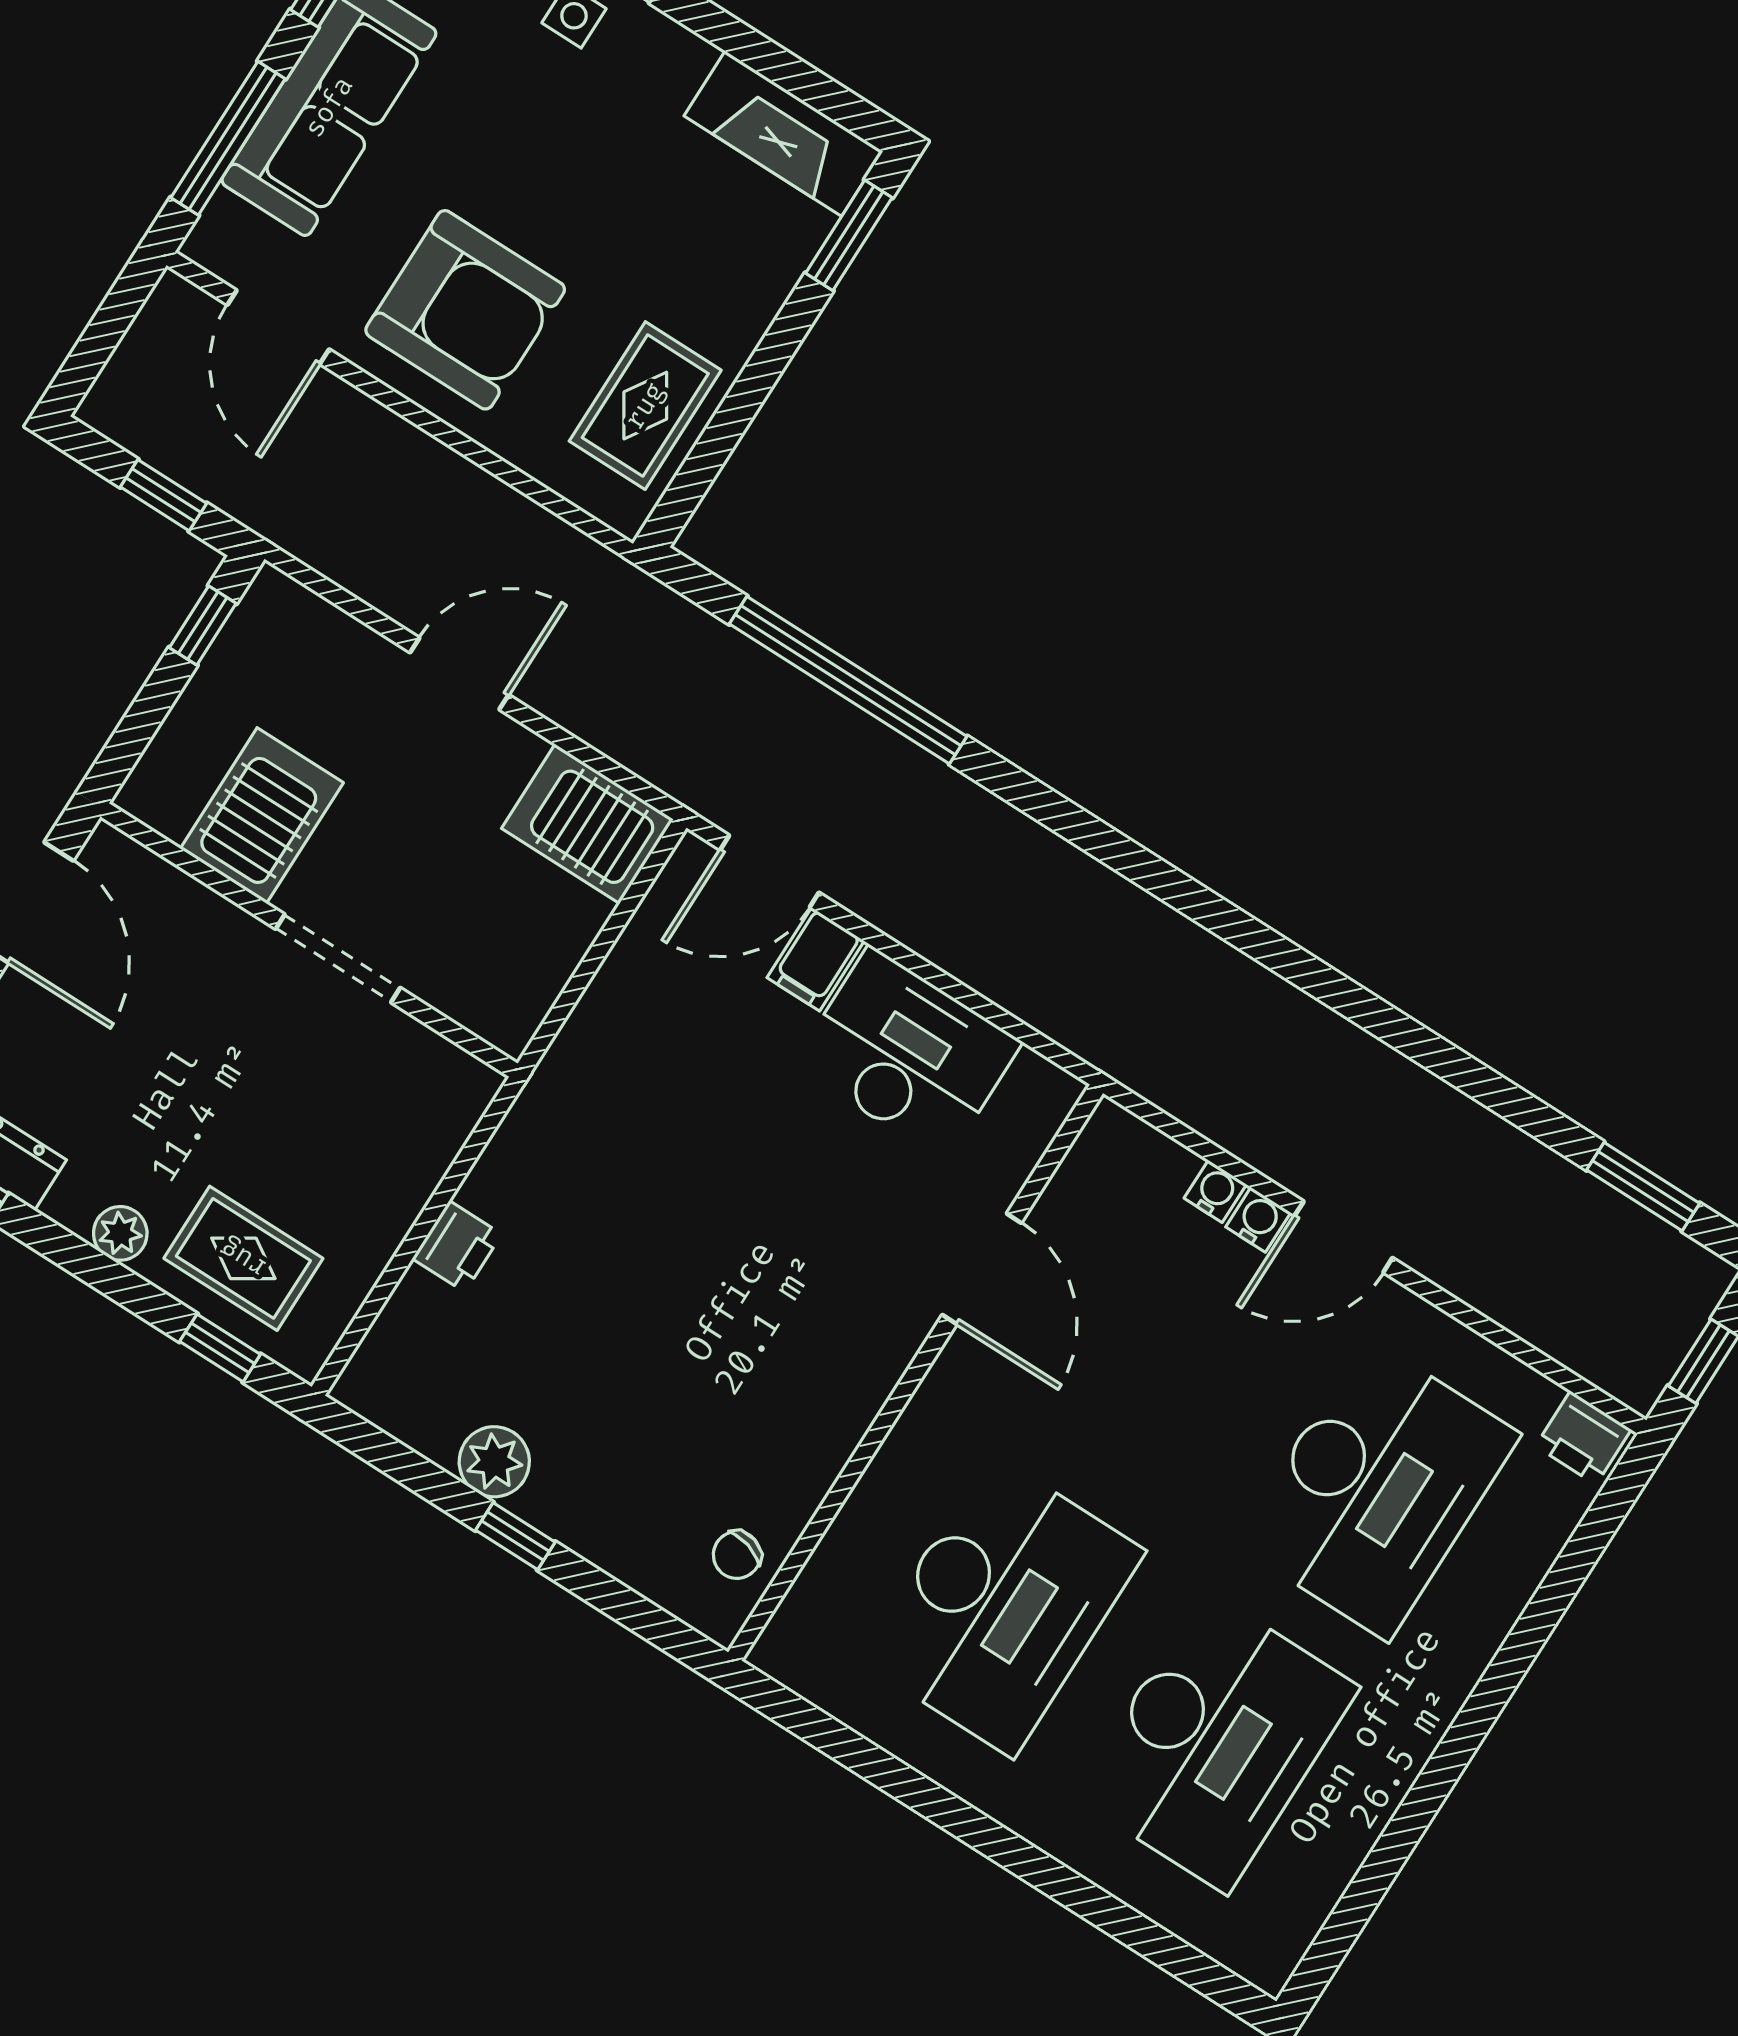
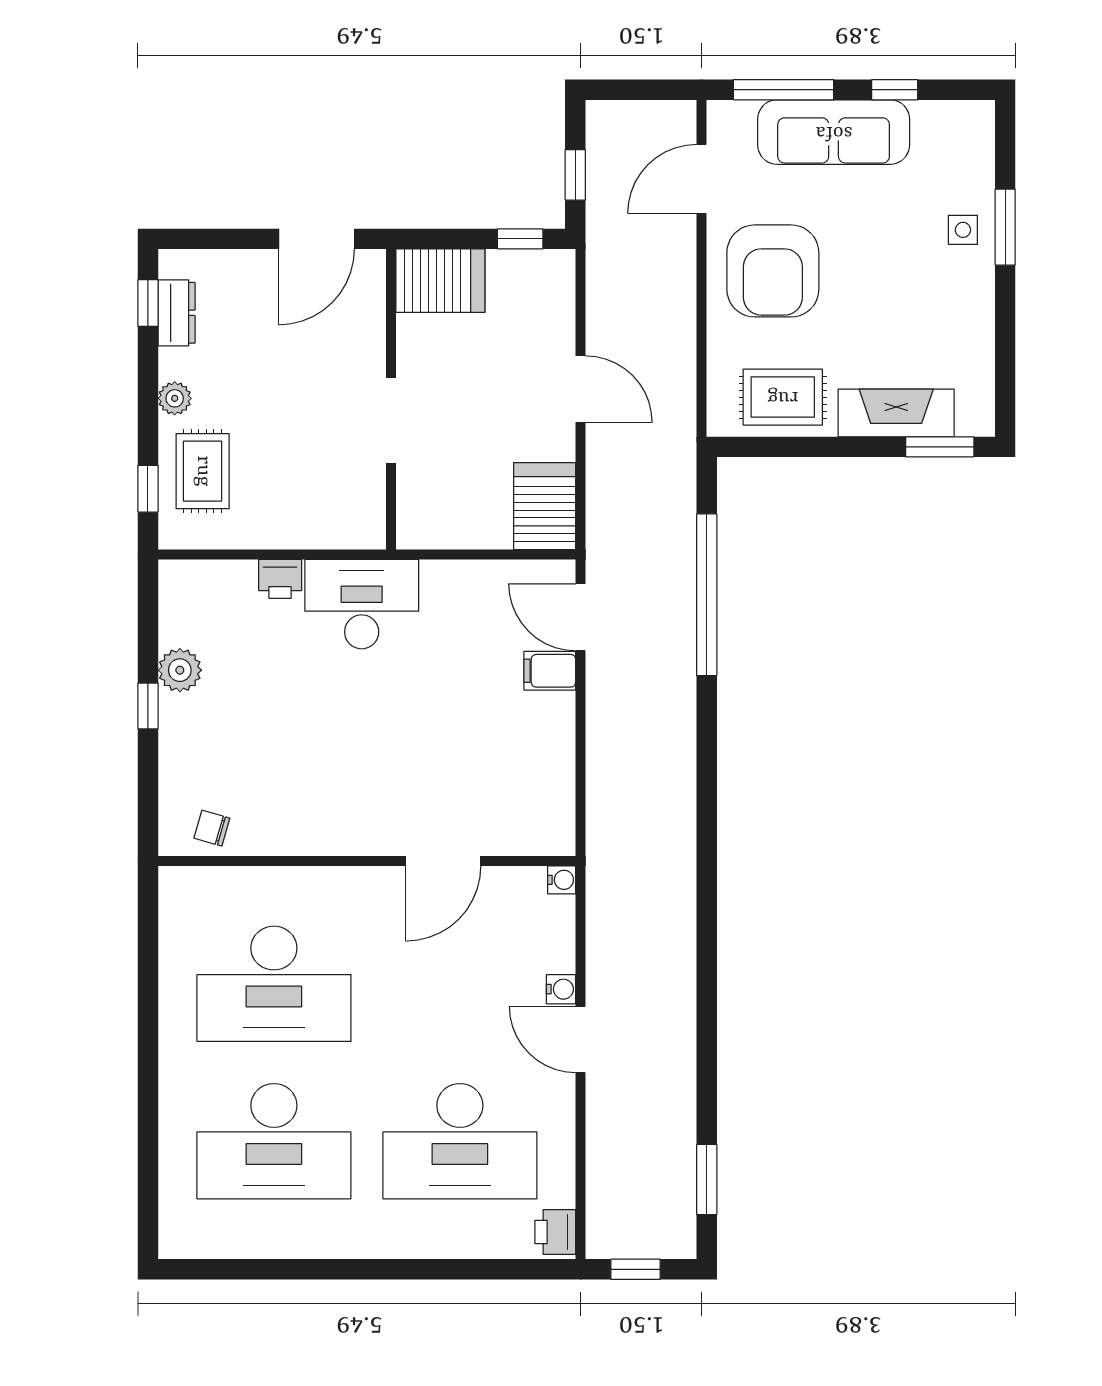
fireplace: (783, 134) -> (896, 413), moved, turned 90
server rack: (262, 816) -> (440, 281), moved
desk: (907, 1054) -> (362, 604), moved, turned -90
water cooler: (1215, 1191) -> (562, 880), moved

